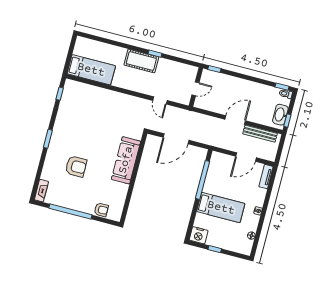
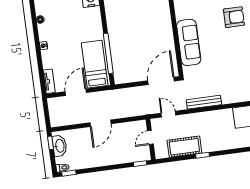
cot: (141, 61) -> (184, 147), moved
door: (160, 100) -> (168, 114), moved
bench: (260, 134) -> (204, 102), moved
door: (176, 139) -> (161, 81), moved
armchair: (76, 166) -> (234, 17), turned 180
bed: (221, 208) -> (95, 64), moved, turned 90

